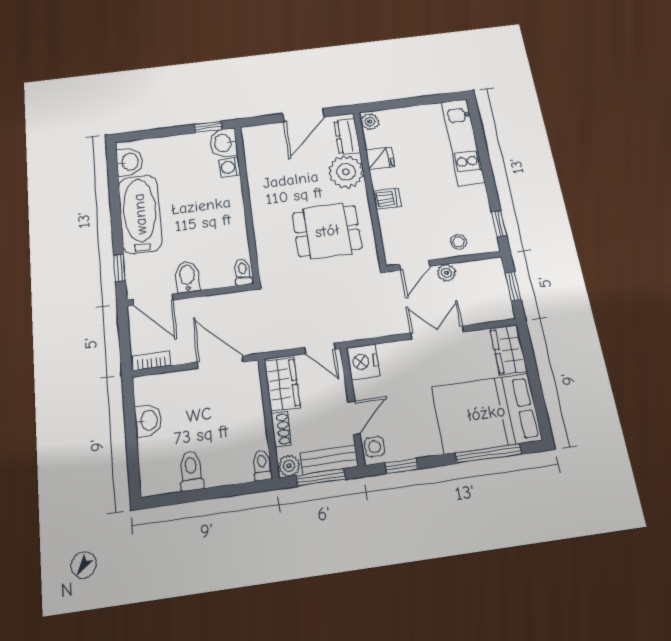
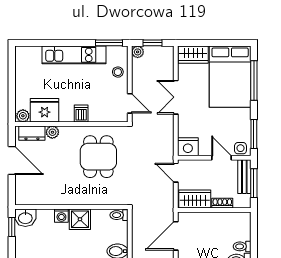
kitchen unit: (463, 142) -> (74, 55), moved
fridge: (380, 158) -> (45, 110), width x1.88, depth x1.34
washing machine: (230, 167) -> (61, 216), moved
plant: (346, 172) -> (52, 132), width x0.53, depth x0.53
shower: (230, 217) -> (80, 219), added
window: (499, 224) -> (109, 43), width x1.50
plant: (446, 273) -> (138, 52), moved
door: (320, 348) -> (176, 173), swing flipped
toilet: (262, 465) -> (242, 246), moved
plant: (289, 466) -> (245, 201), removed
window: (401, 466) -> (254, 134), width x1.50

